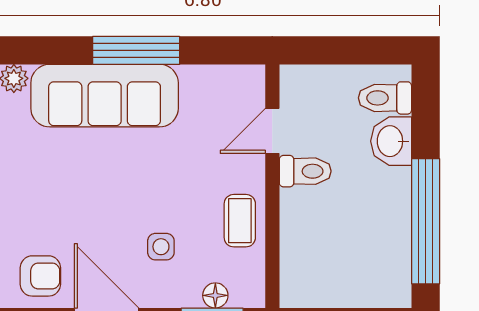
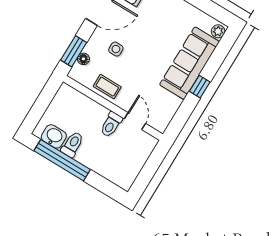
window: (136, 50) -> (200, 87), width x0.46
toilet: (385, 98) -> (72, 144), moved
washbasin: (391, 141) -> (54, 136), moved

